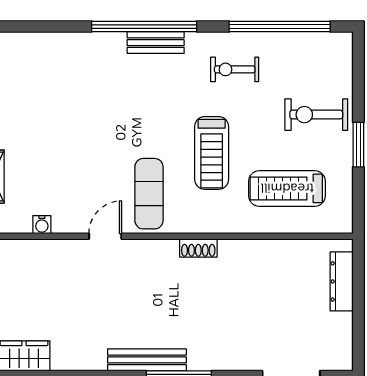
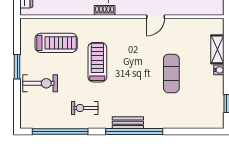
exercise bike: (235, 69) -> (85, 108), turned 180
exercise mat: (149, 194) -> (171, 74), moved
water cooler: (42, 225) -> (190, 23), removed

